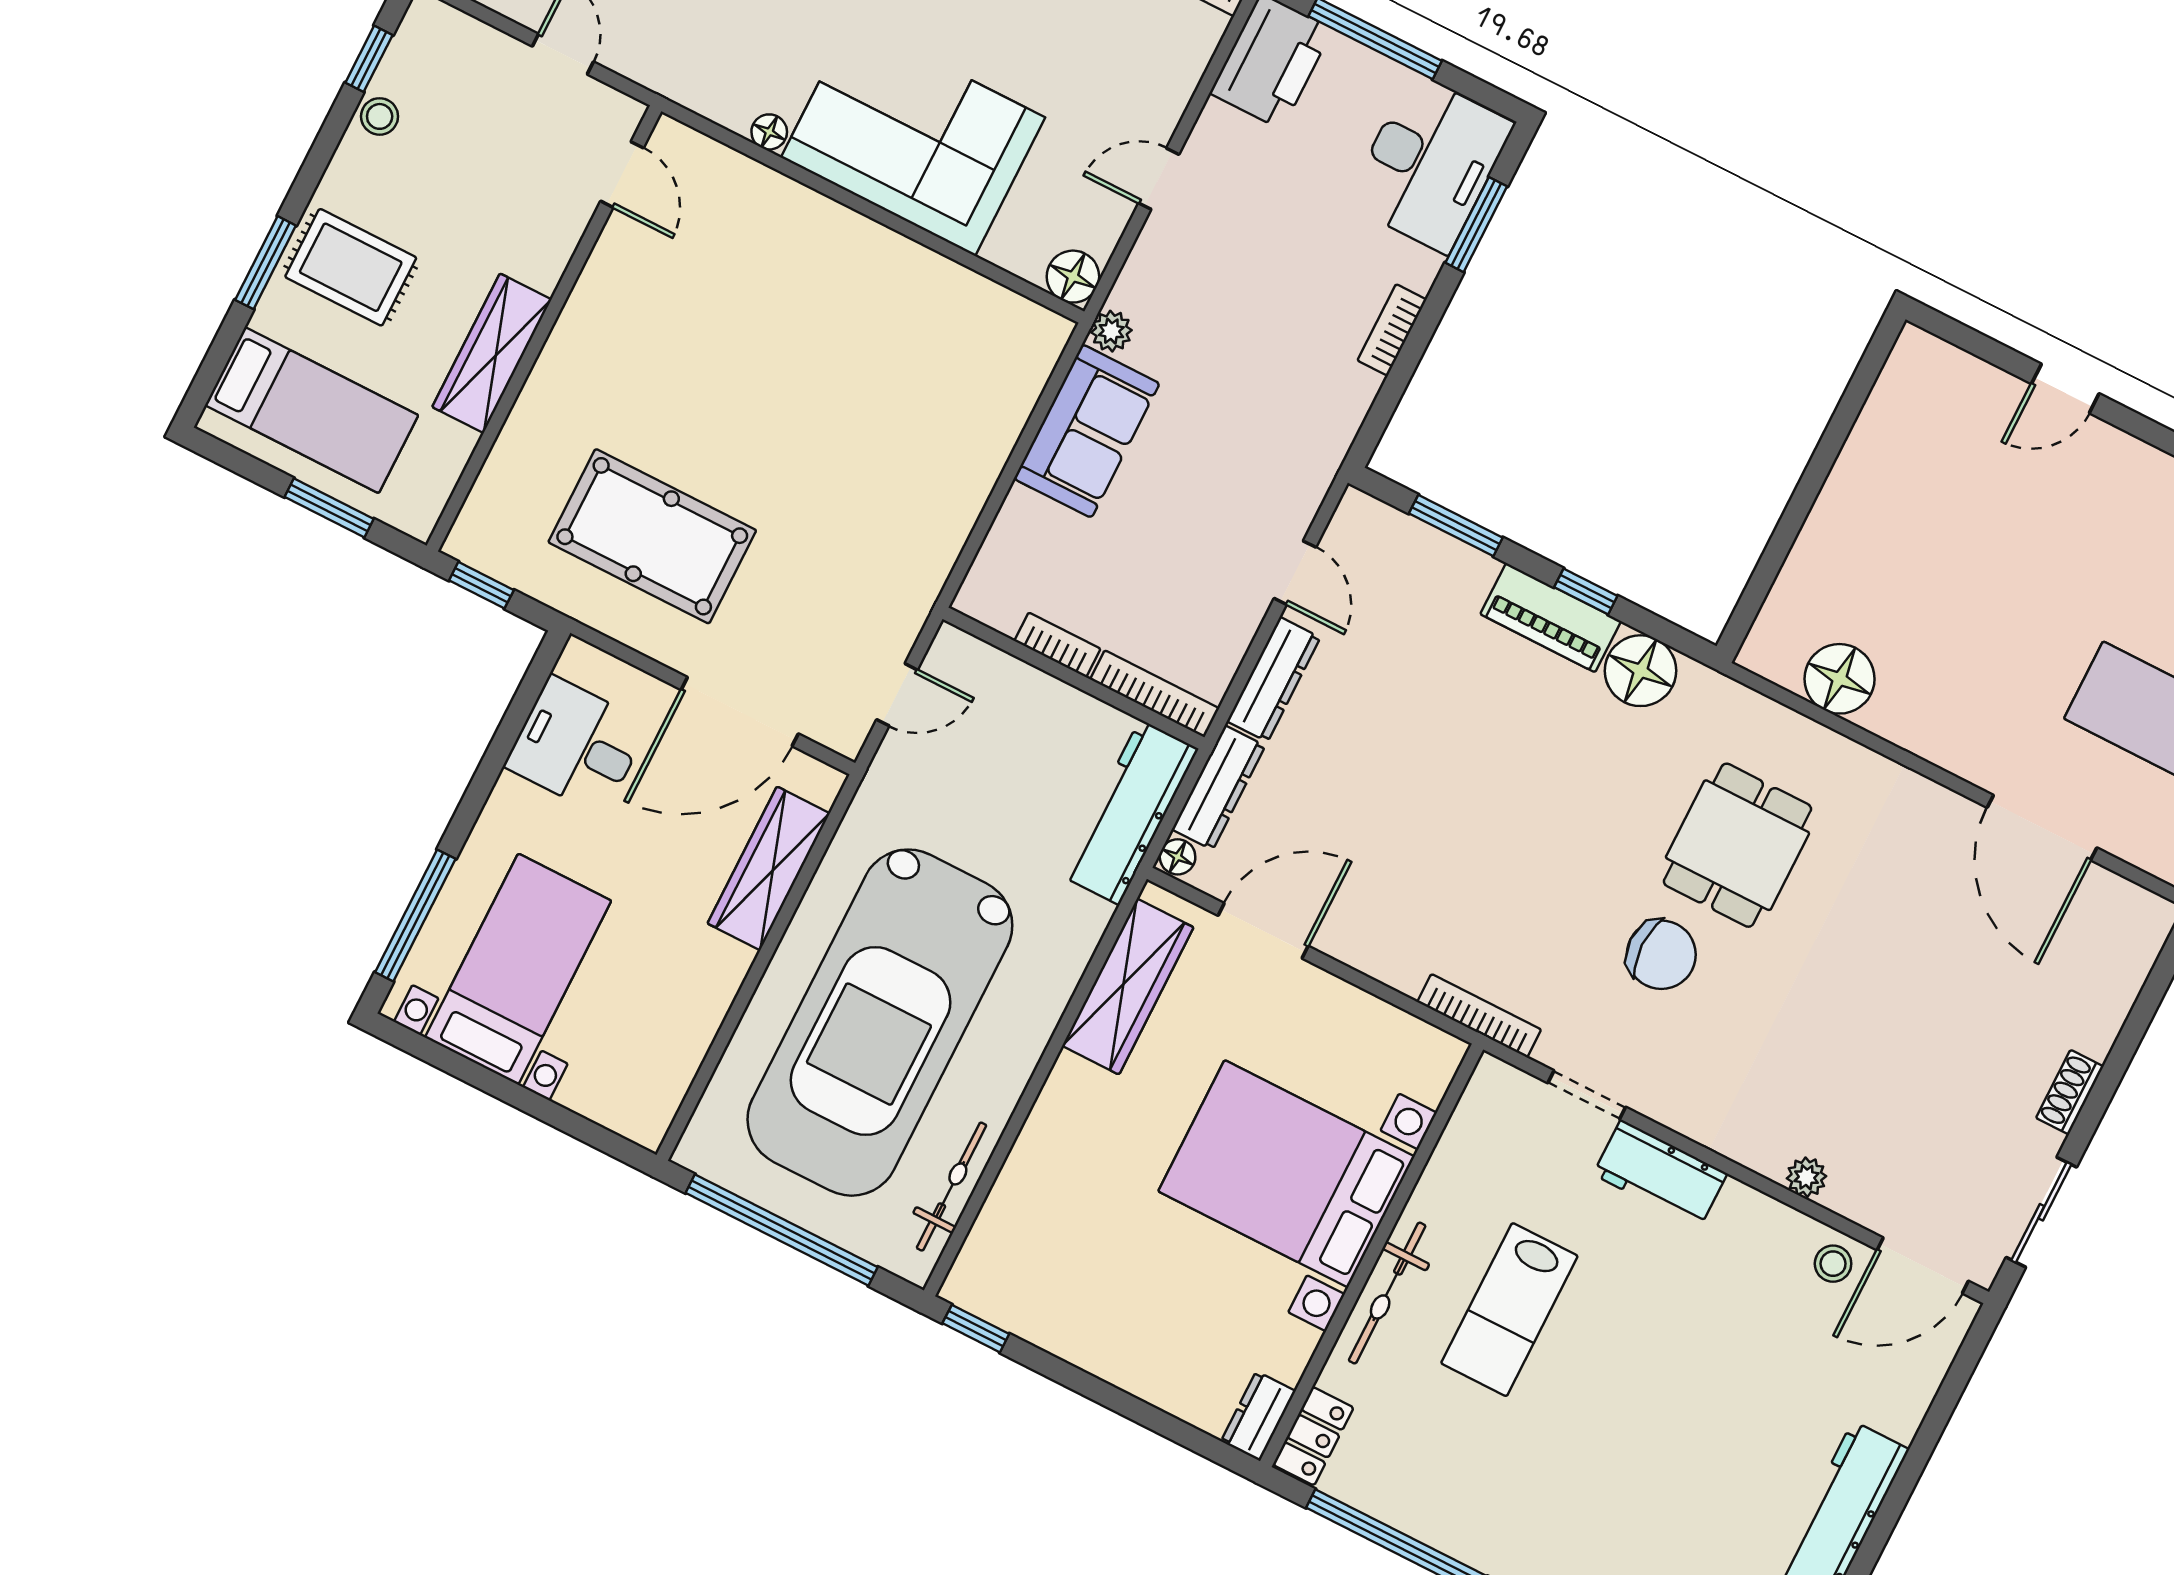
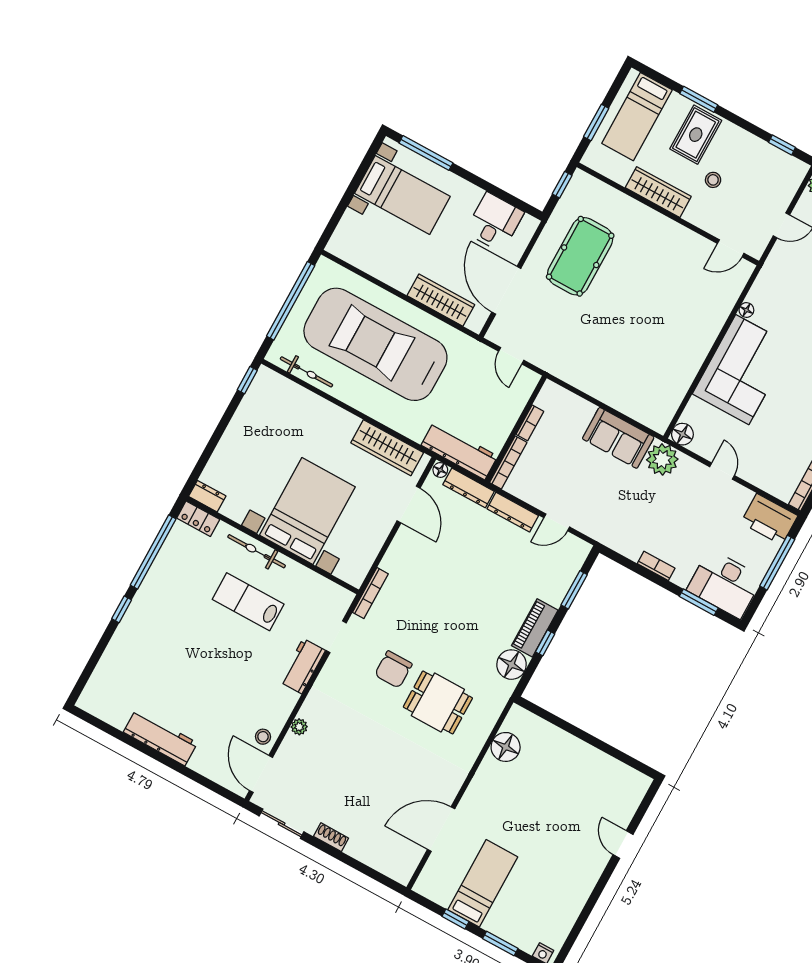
stool: (380, 116) -> (713, 180), moved
plant: (1111, 331) -> (662, 459), width x1.88, depth x1.88

